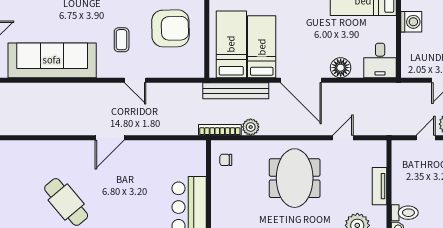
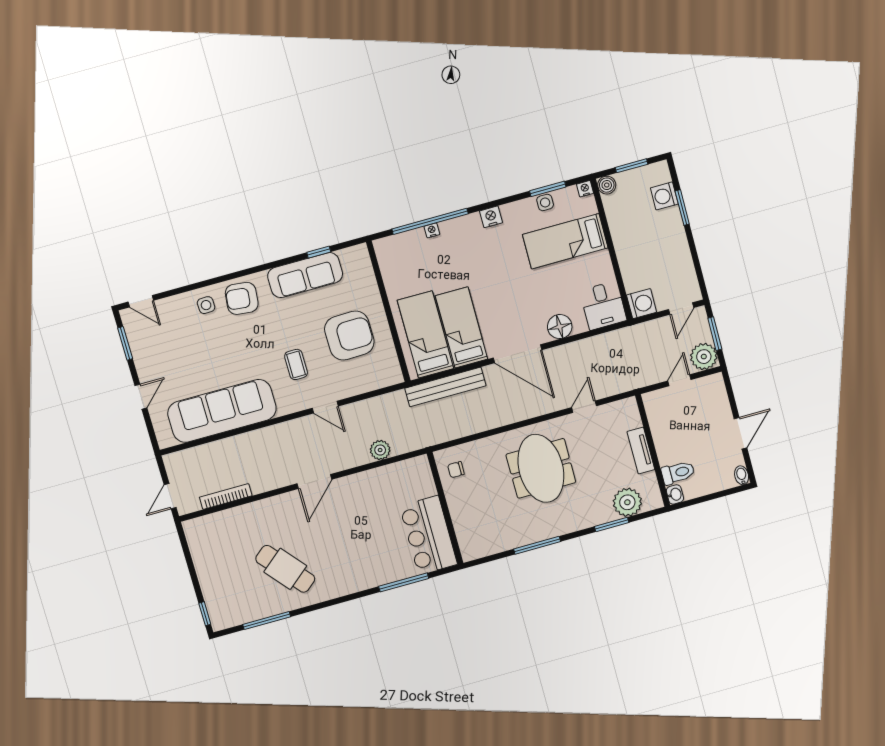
washing machine: (411, 22) -> (642, 304), moved
plant: (251, 127) -> (380, 450), moved
bookcase: (220, 130) -> (226, 496), moved

